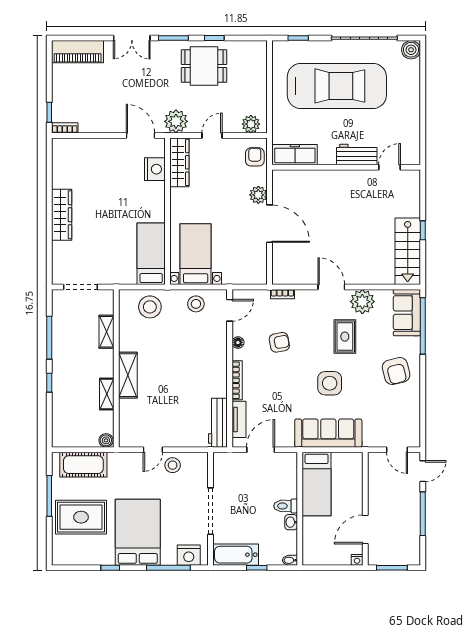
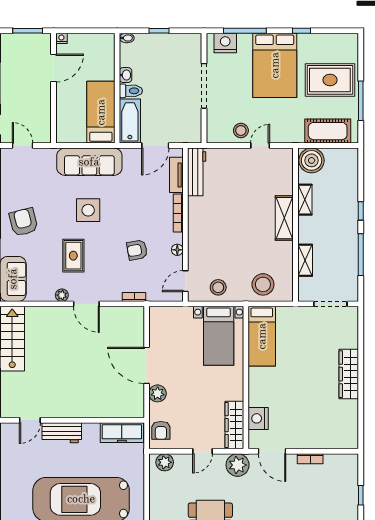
window: (49, 112) -> (361, 495), moved
bookcase: (65, 128) -> (310, 459), moved
plant: (362, 302) -> (62, 295), width x0.53, depth x0.53
boiler: (106, 440) -> (312, 160), width x1.86, depth x1.86
bathtub: (236, 555) -> (130, 121), moved, turned -90

